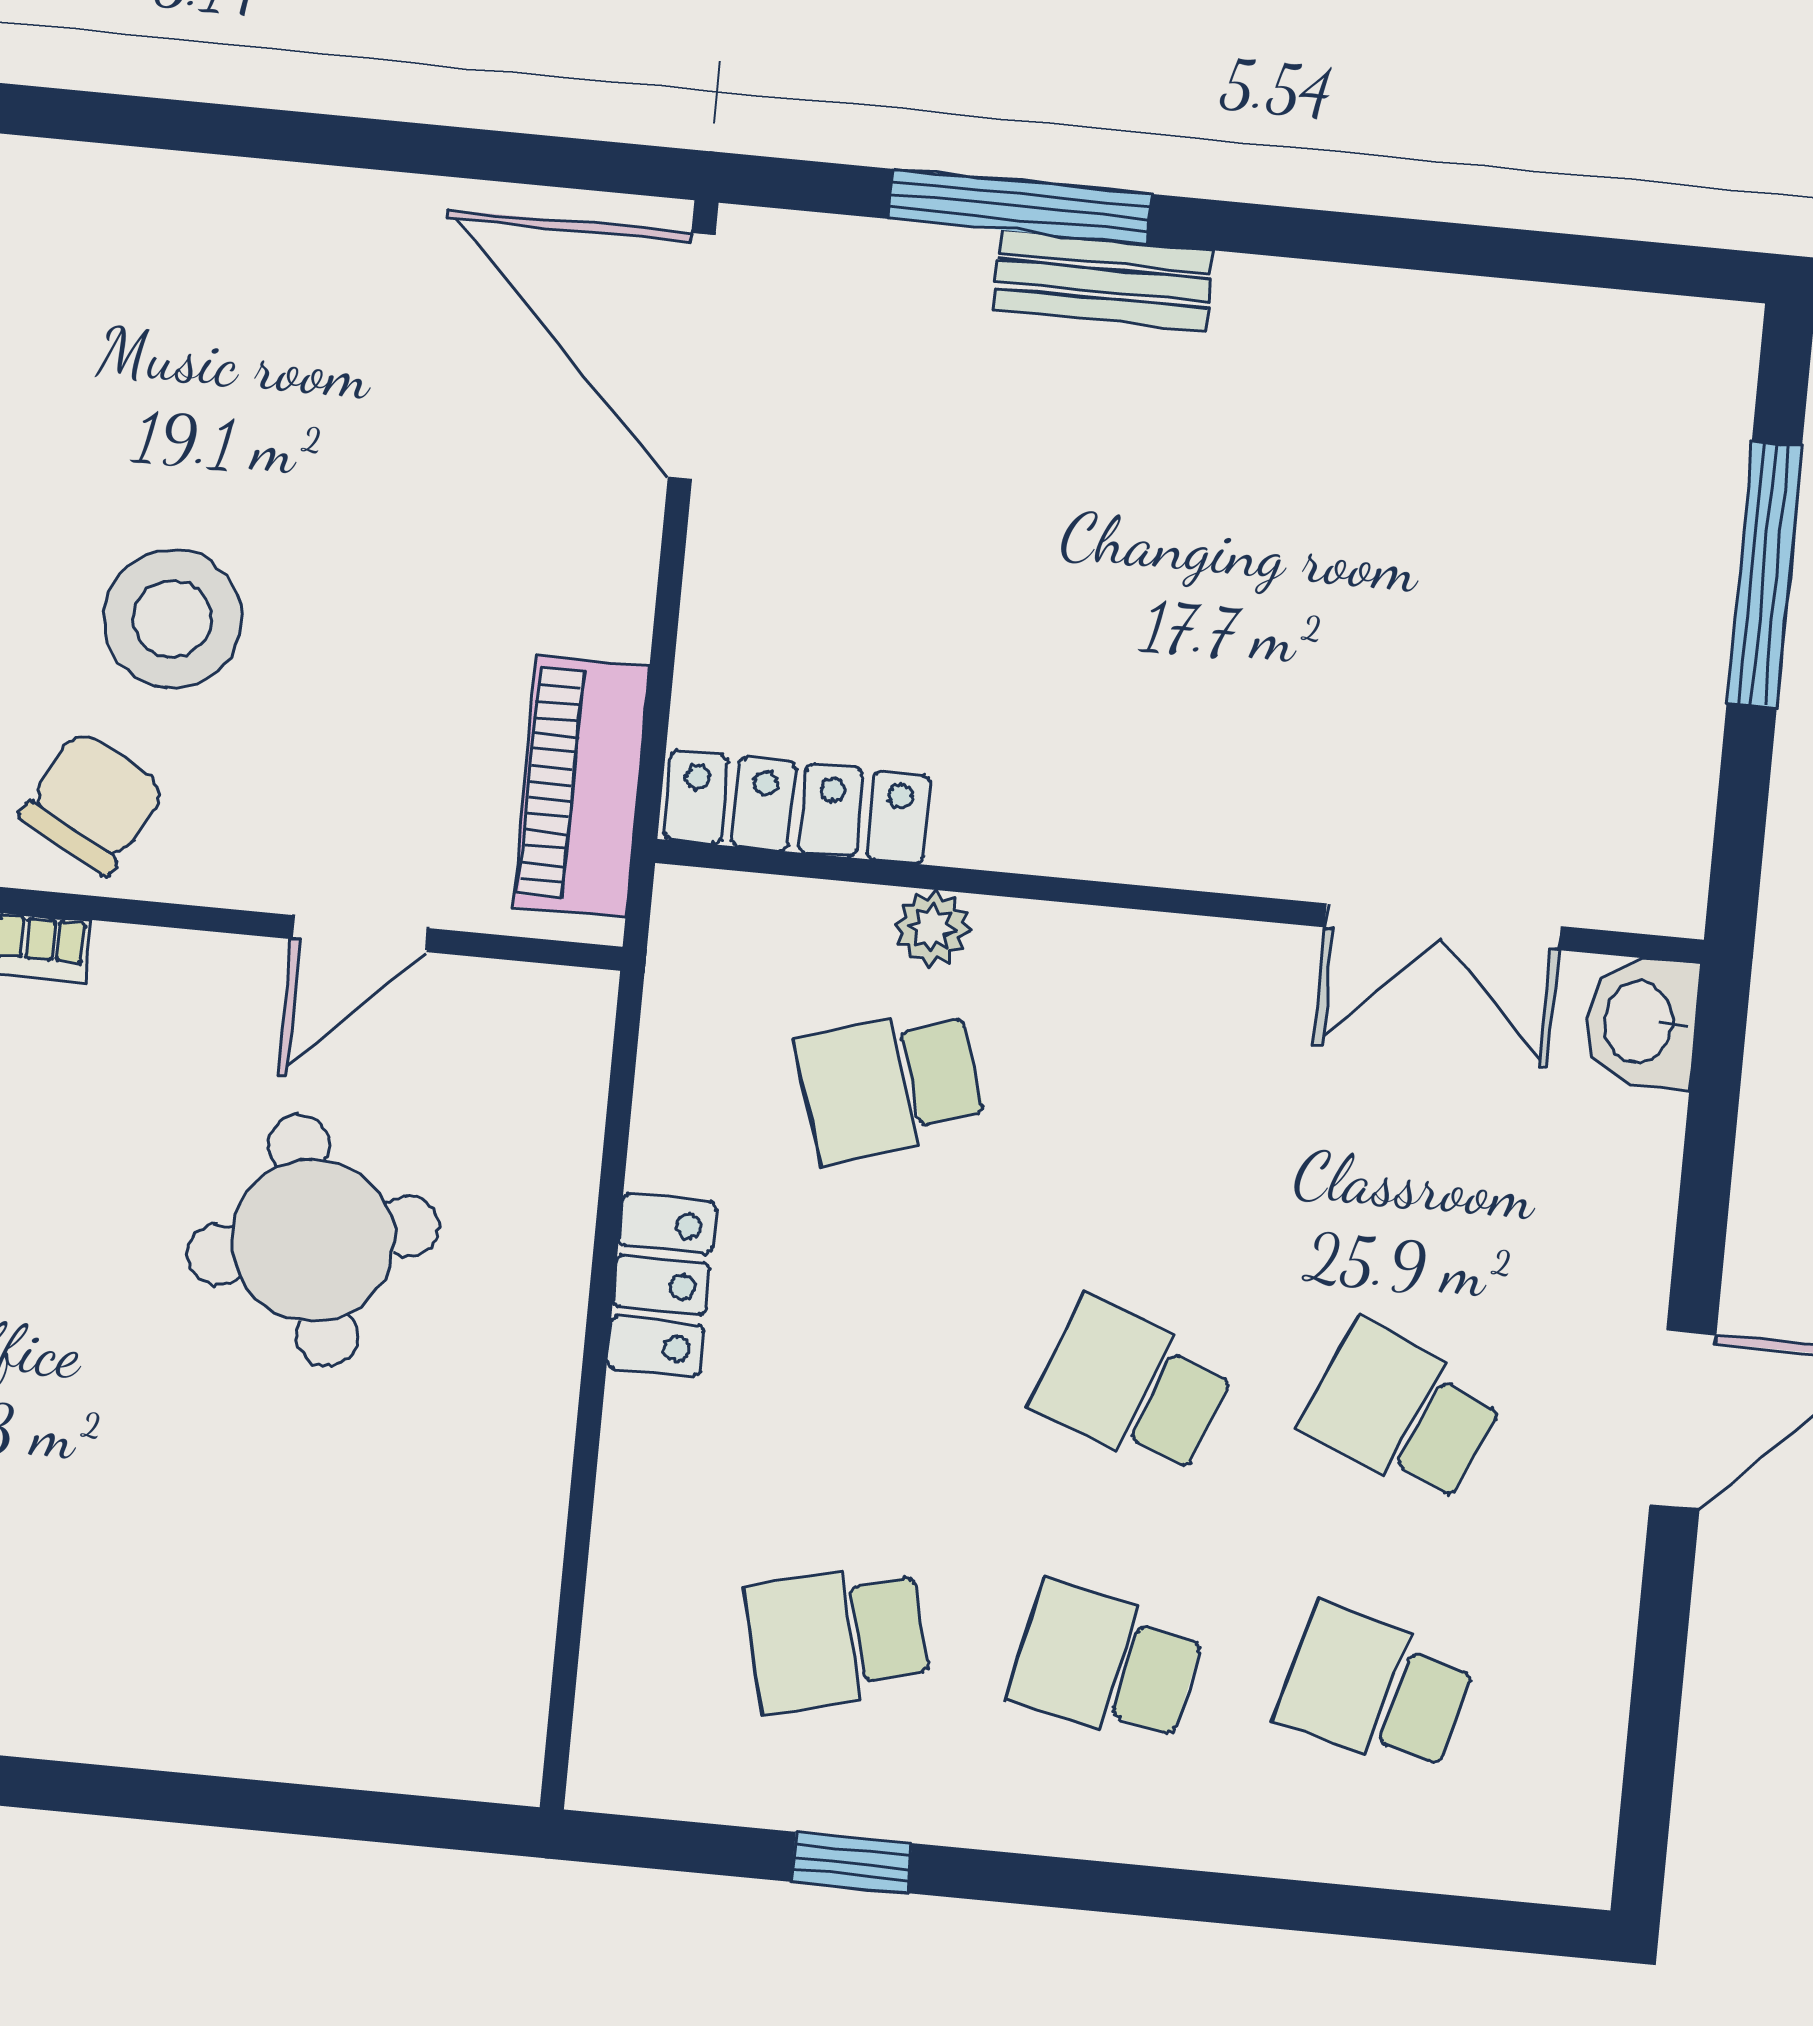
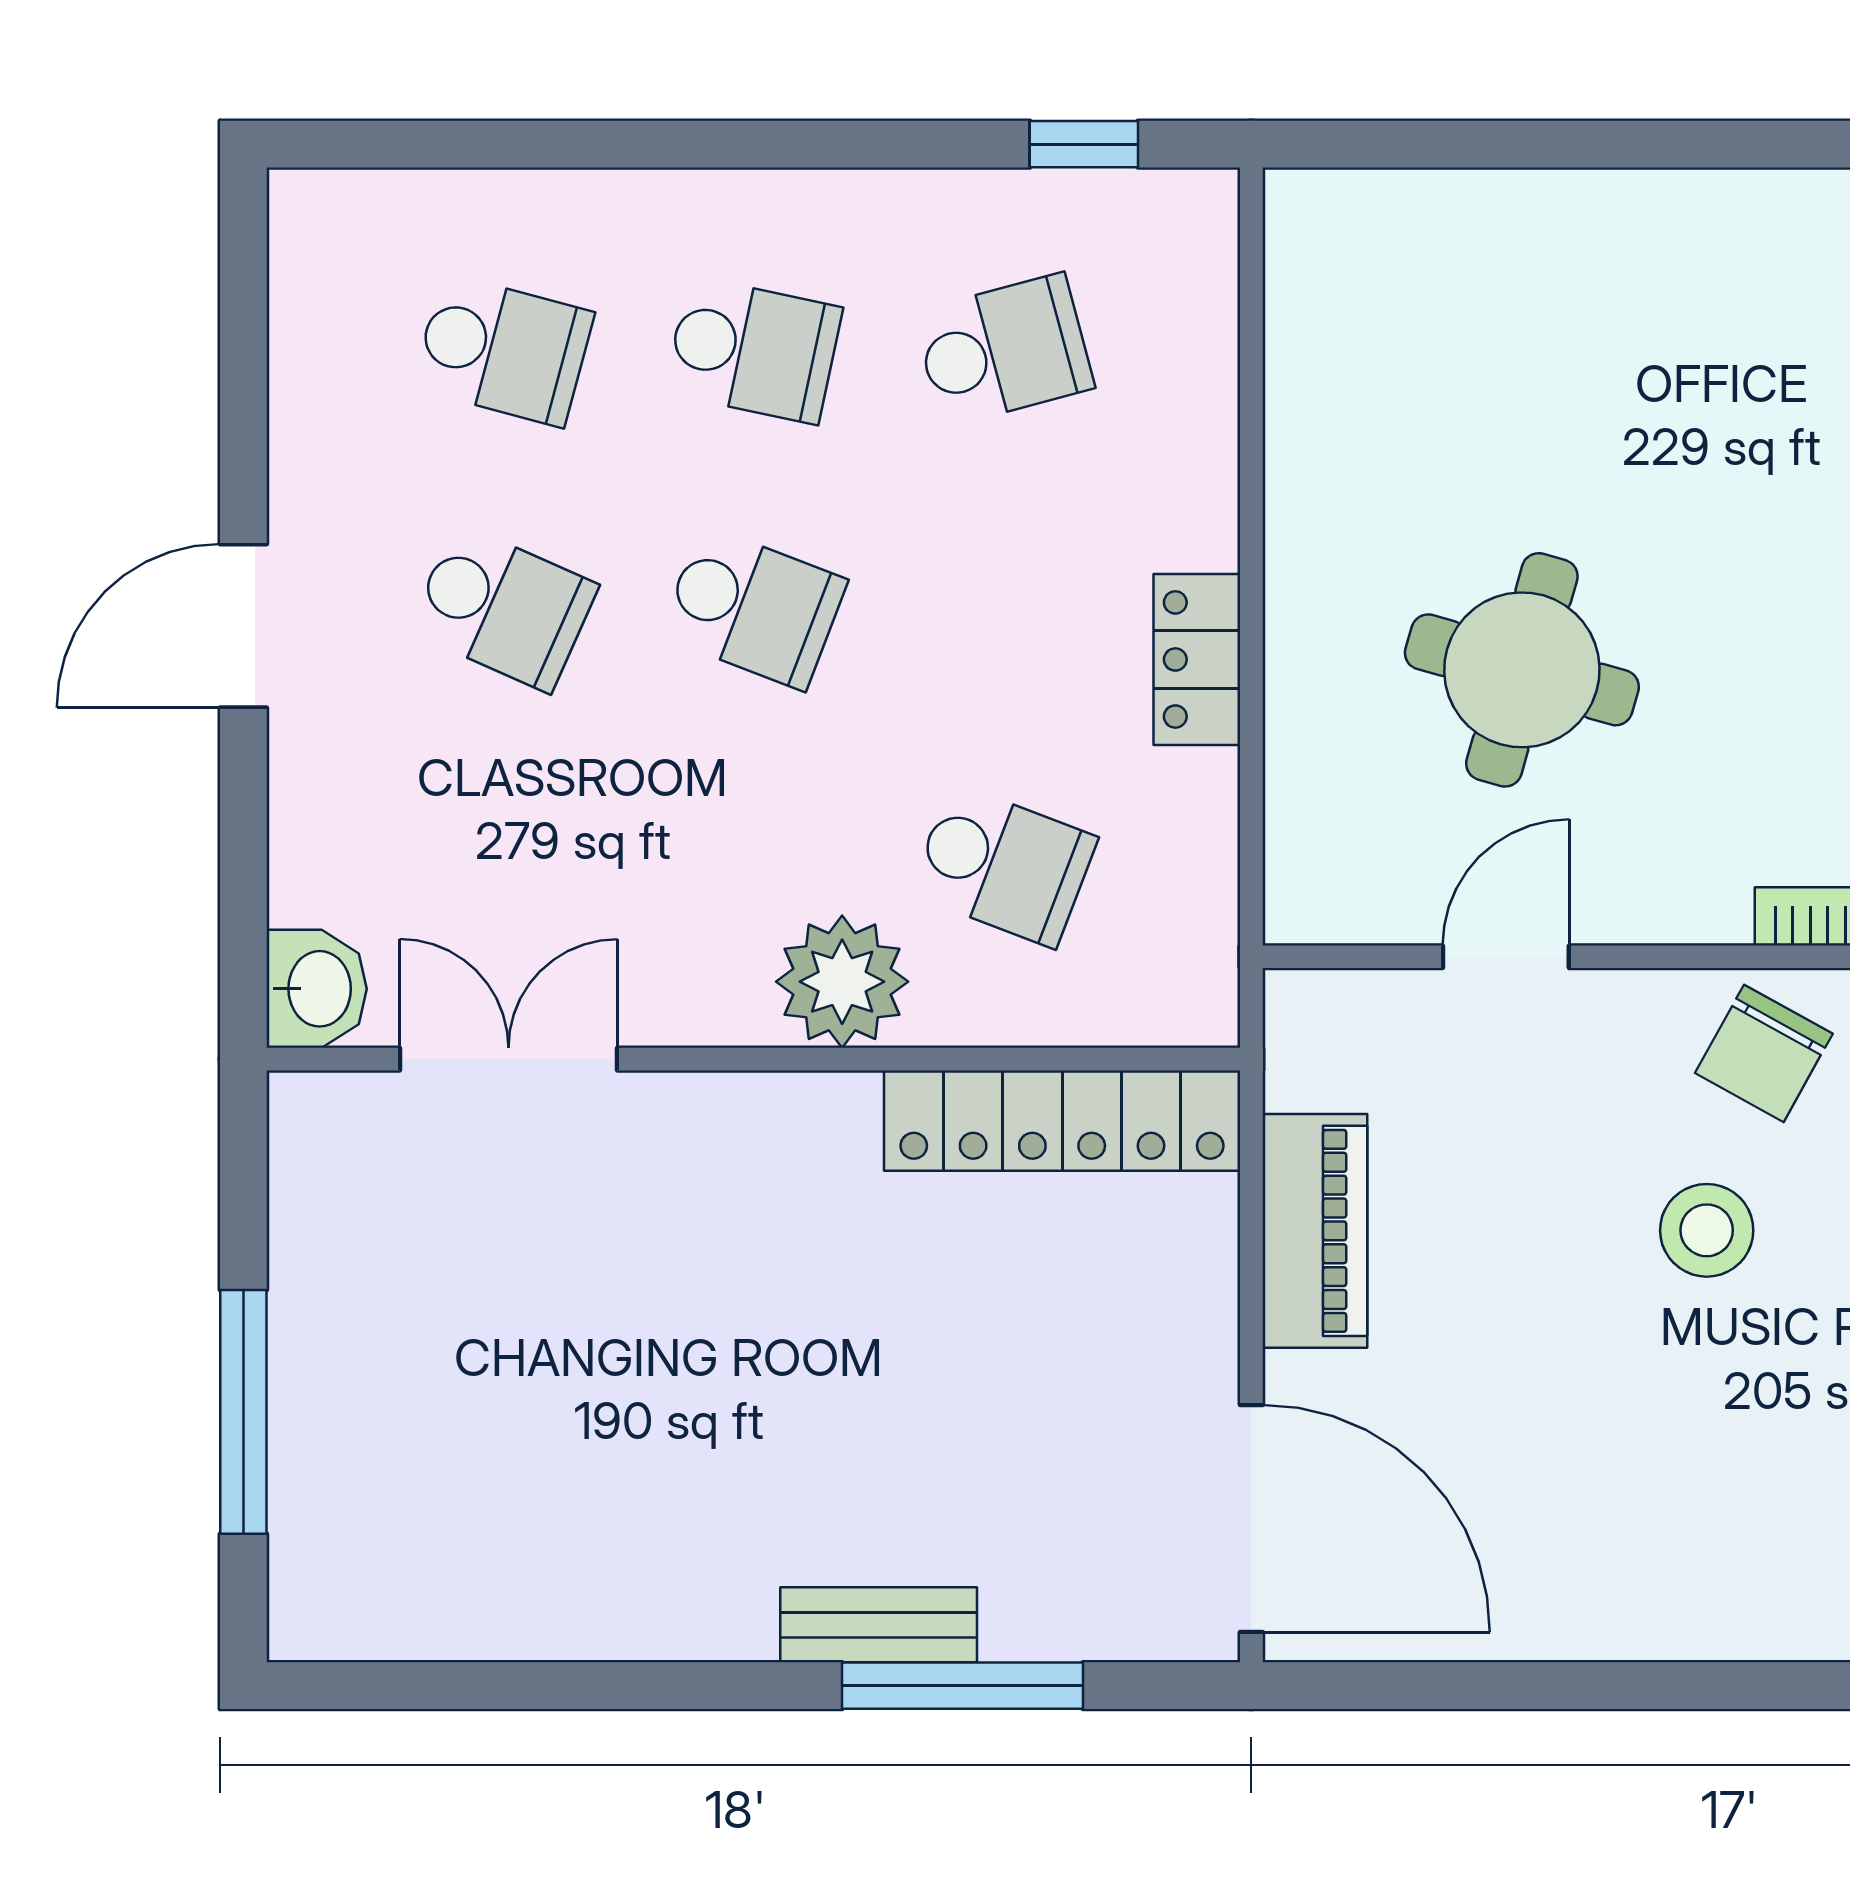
stool: (172, 619) -> (1707, 1230), width x0.73, depth x0.73
piano: (581, 786) -> (1315, 1231), moved
locker: (797, 807) -> (1062, 1121), width x1.41, depth x1.21
plant: (932, 928) -> (842, 982), moved, width x1.87, depth x1.87
school desk: (890, 1084) -> (1004, 865), turned 39
round table: (313, 1240) -> (1522, 670), turned 30
window: (852, 1863) -> (1084, 144), moved

